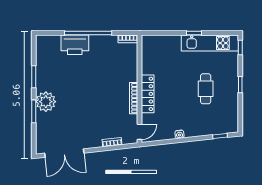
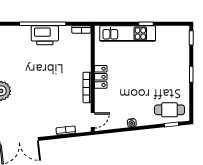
kitchen unit: (210, 43) -> (128, 33), moved
printer: (75, 45) -> (45, 35), moved
cafe table: (206, 89) -> (170, 110), moved, turned 90
locker: (148, 94) -> (101, 77), width x0.66

